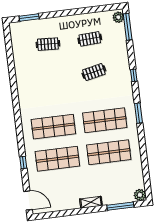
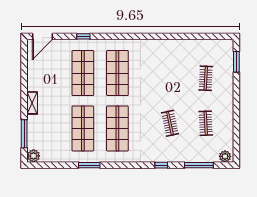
window: (128, 27) -> (199, 165), moved
window: (138, 113) -> (89, 165), moved

